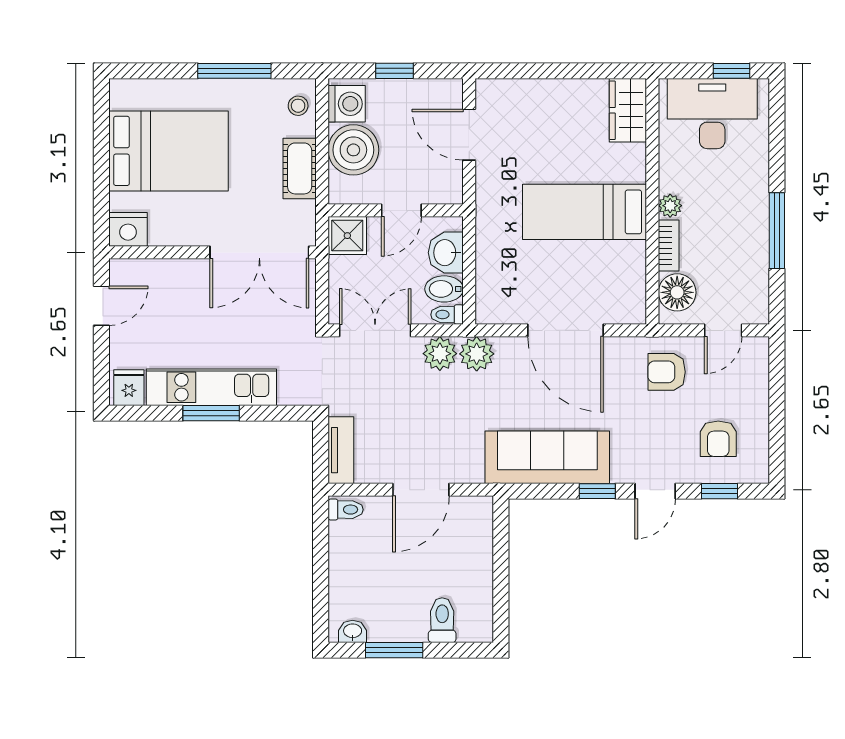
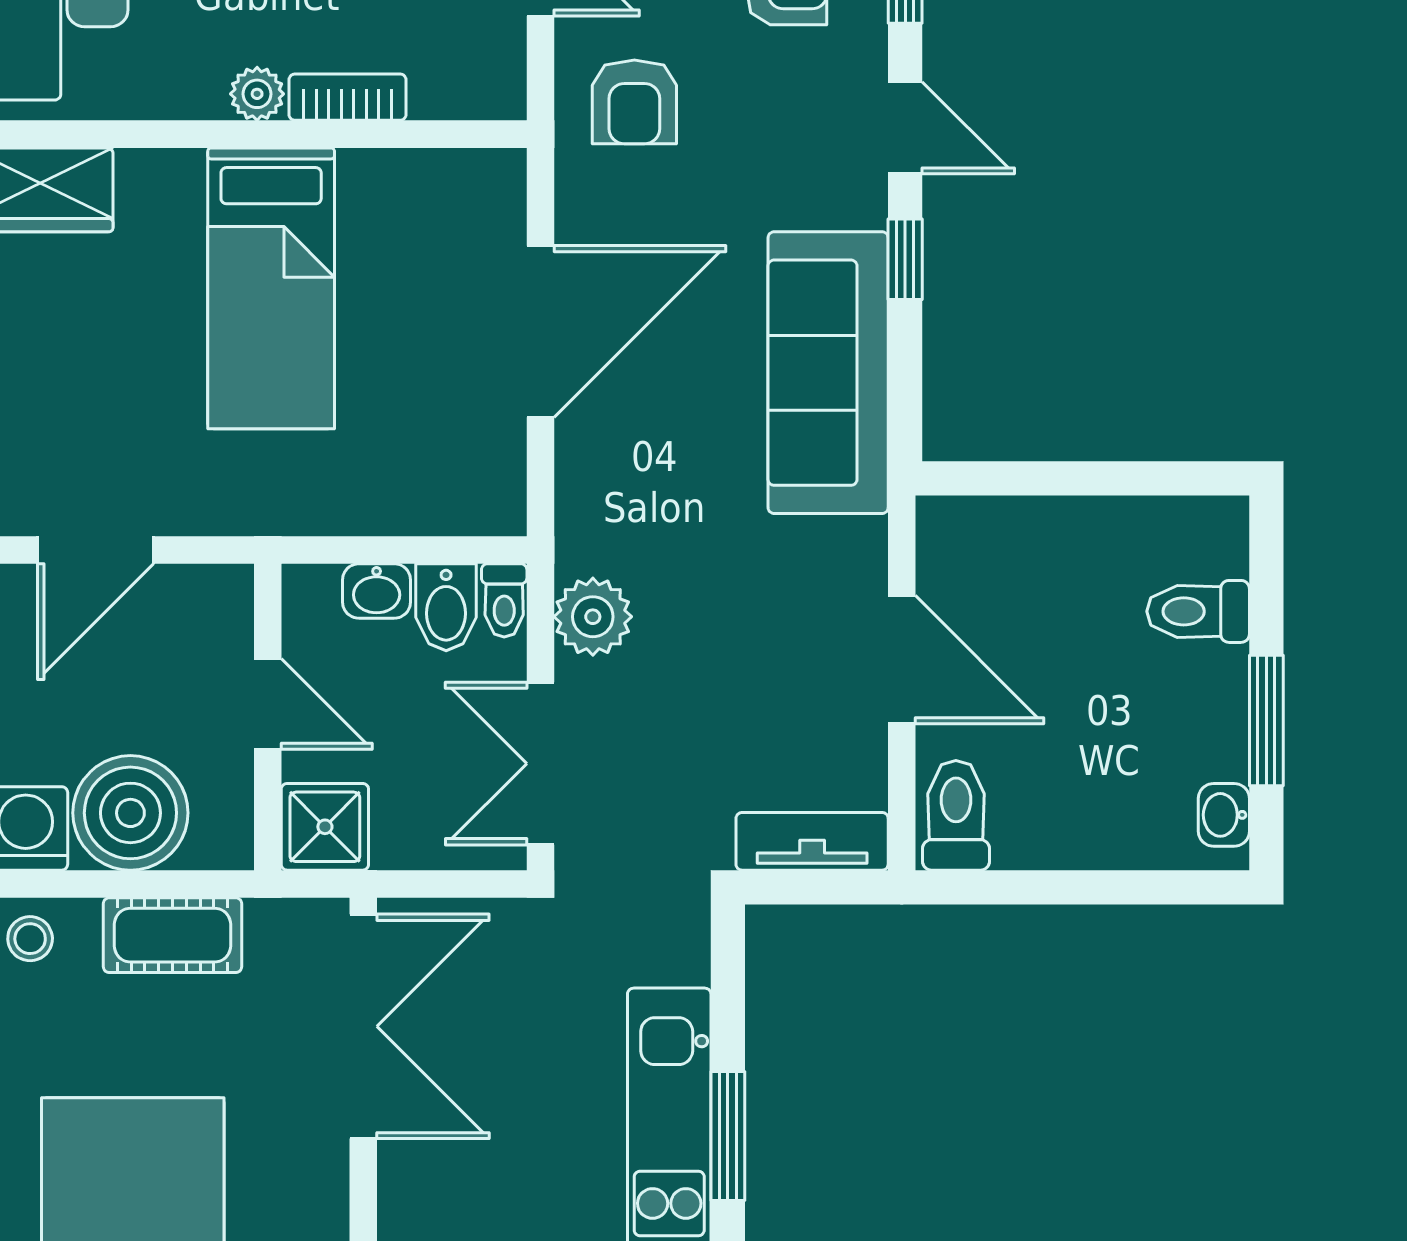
washbasin: (446, 253) -> (377, 591), width x0.72, depth x0.69
floor lamp: (677, 292) -> (454, 78), removed
plant: (477, 354) -> (593, 533), removed
toilet: (346, 510) -> (956, 815), width x1.37, depth x1.39

